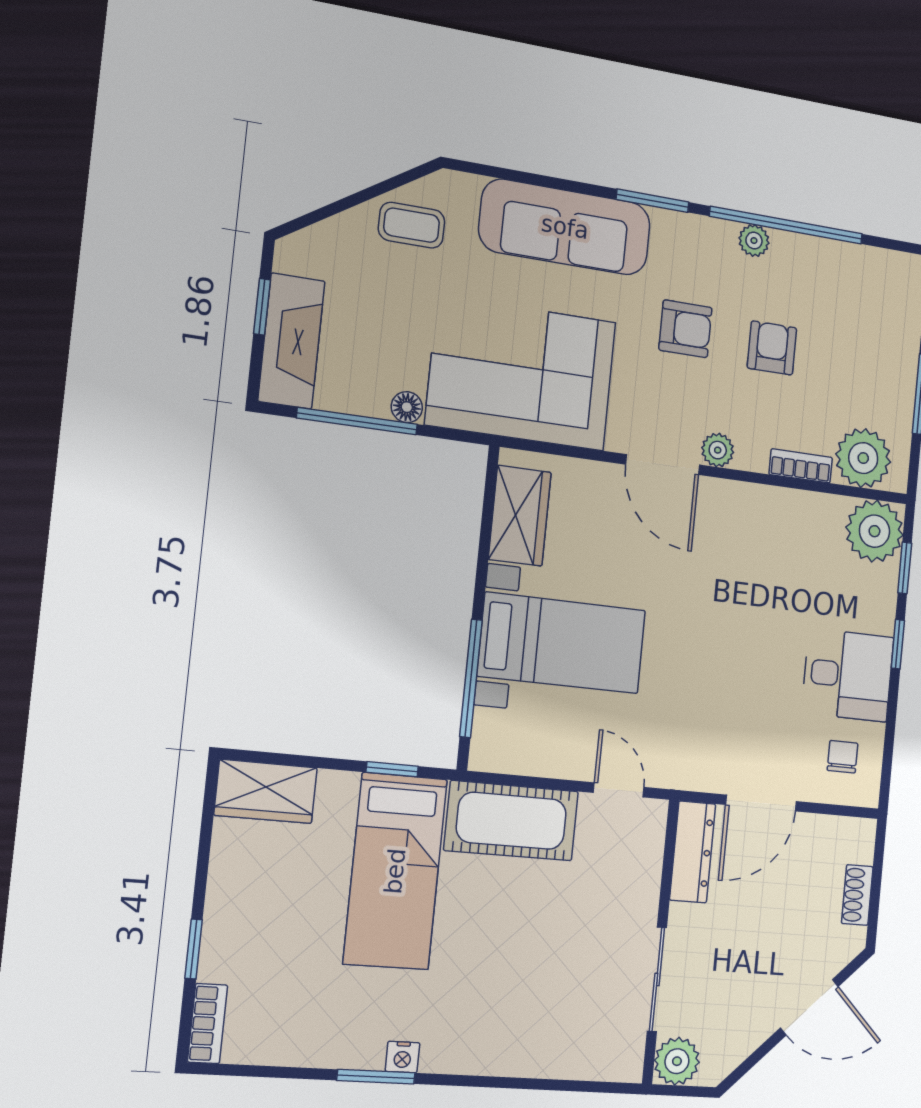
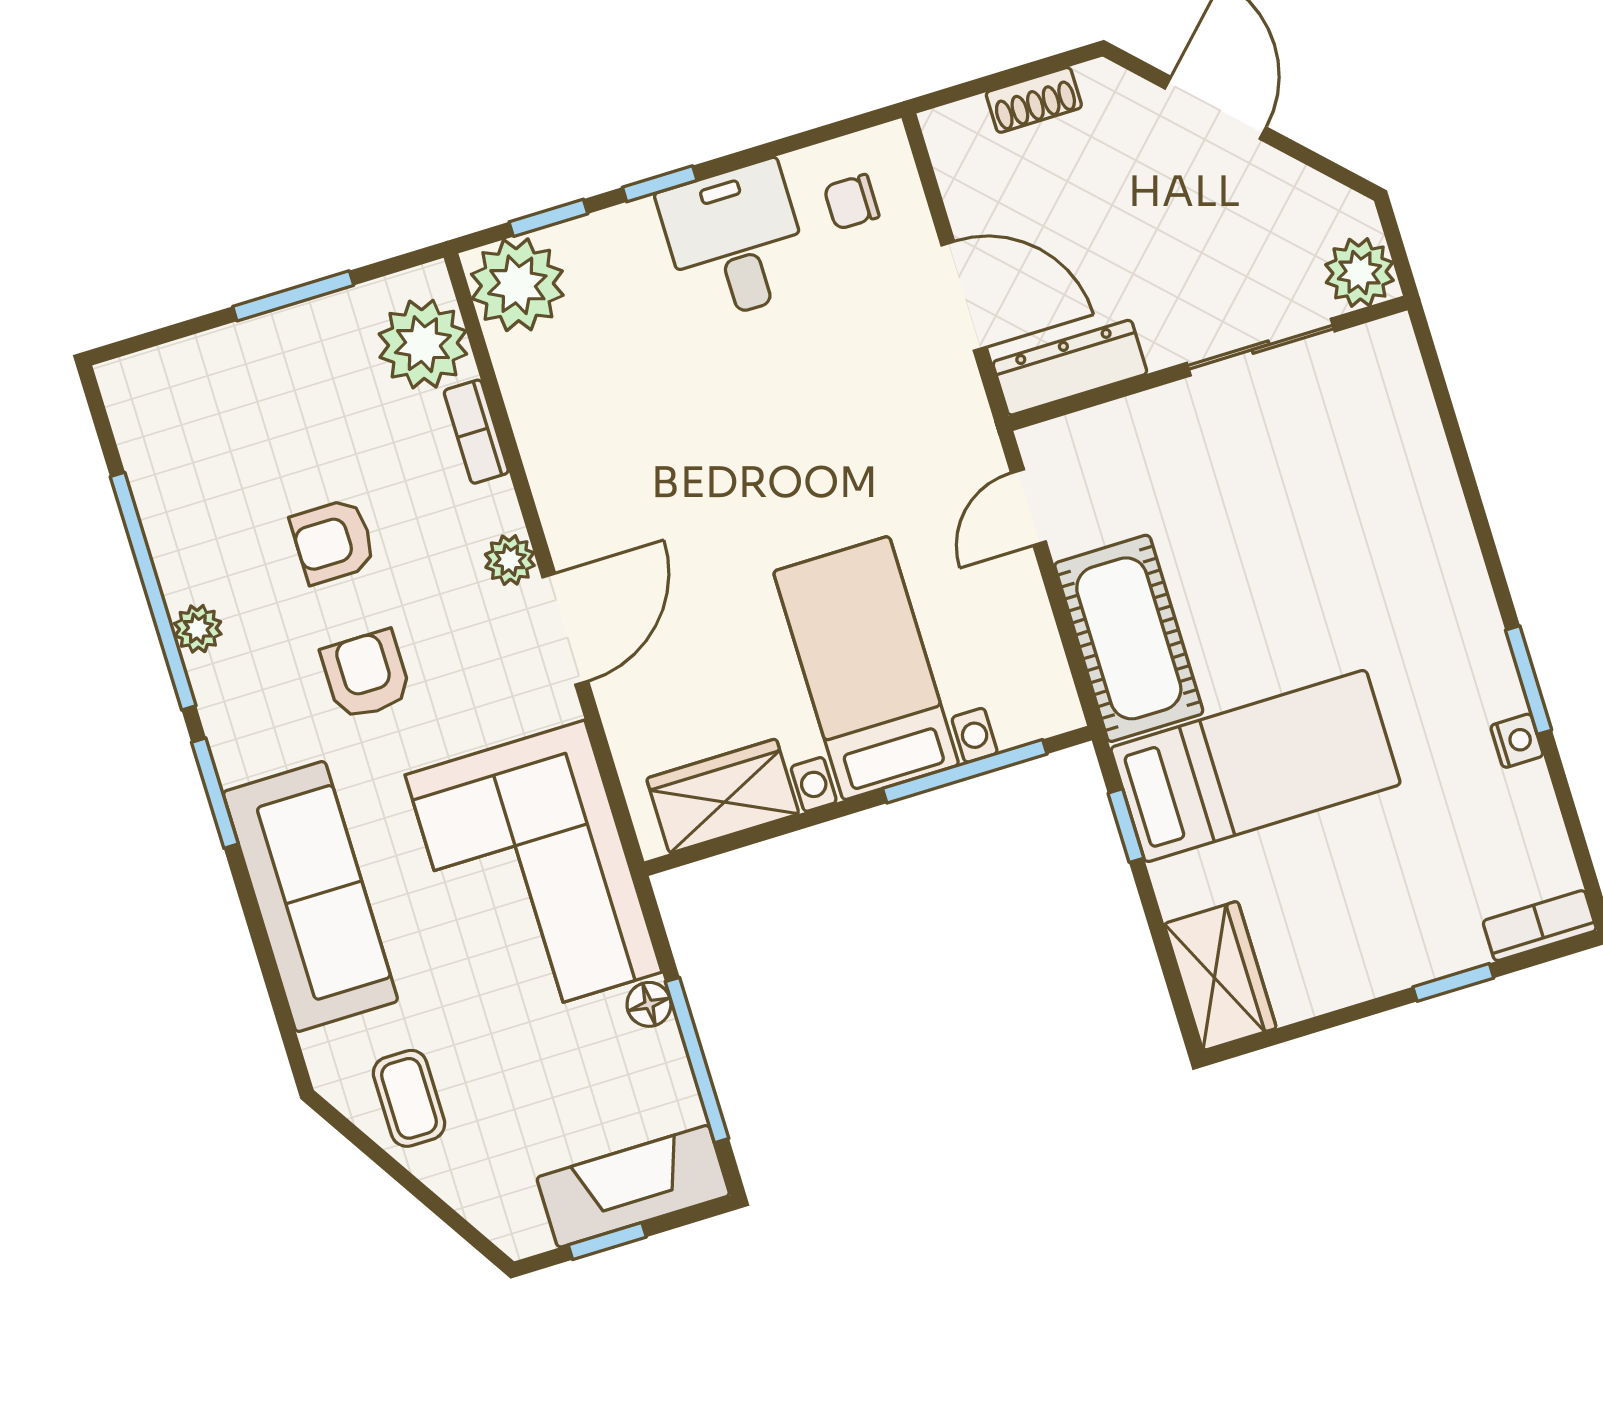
nightstand: (402, 1057) -> (1517, 741), moved

